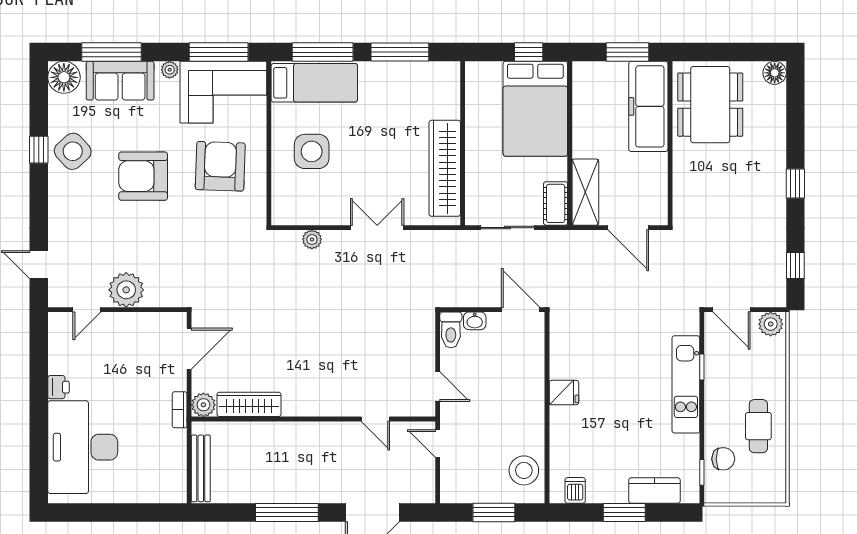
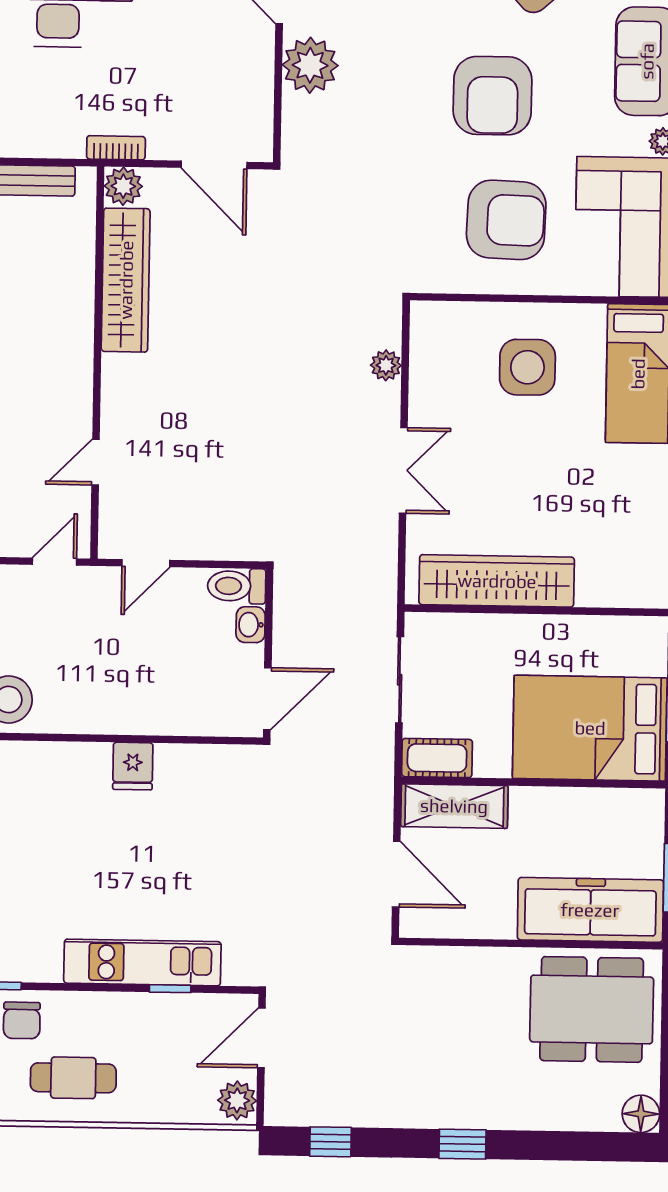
armchair: (143, 176) -> (493, 96), turned 180
door: (628, 228) -> (396, 874), swing flipped
wardrobe: (249, 404) -> (126, 280), width x1.40, depth x1.17

